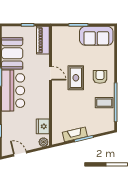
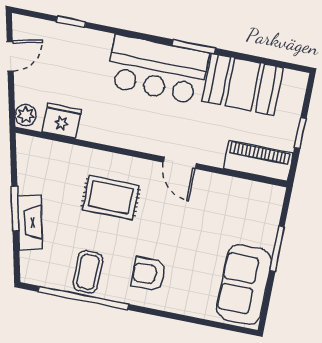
door: (50, 73) -> (180, 163), hinge flipped
armchair: (100, 77) -> (149, 274), turned 180
rug: (76, 78) -> (111, 197), moved
fireplace: (75, 134) -> (30, 222), moved

